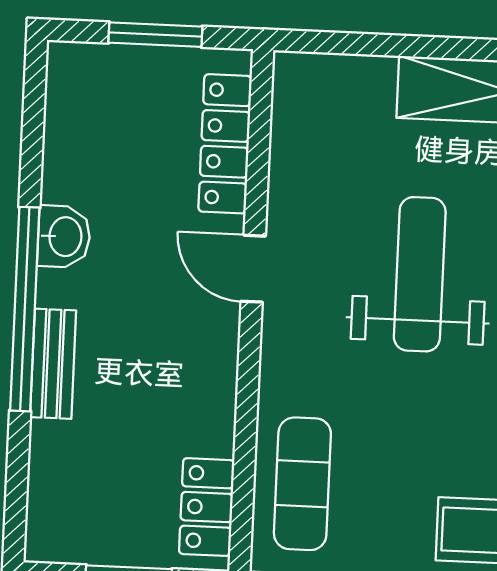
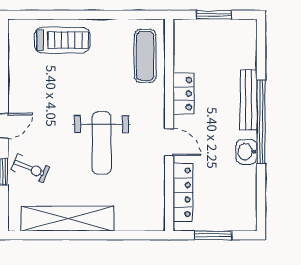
bench: (53, 364) -> (249, 100), width x1.36
locker: (207, 507) -> (184, 94), moved

